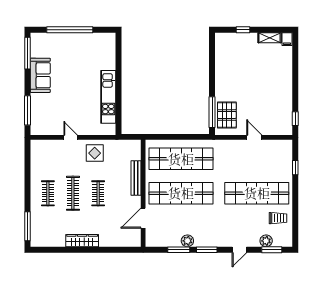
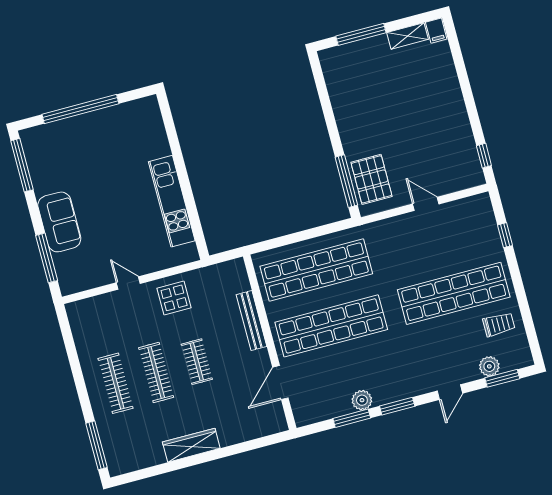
window: (243, 30) -> (361, 34), width x2.17
sofa: (40, 75) -> (59, 222), moved
clothes rail: (48, 193) -> (116, 383), width x1.36

